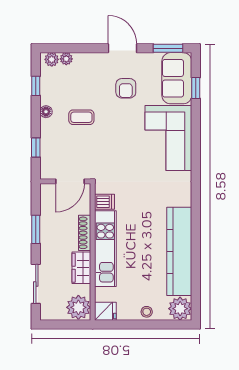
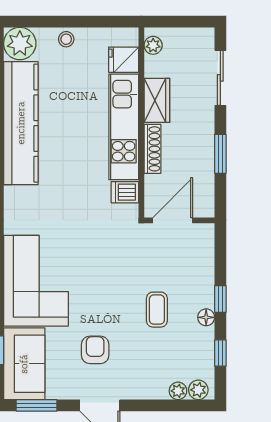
coffee table: (81, 117) -> (157, 310), turned 90
window: (36, 148) -> (220, 299), moved
plant: (78, 307) -> (153, 45), width x0.53, depth x0.53
fridge: (105, 311) -> (124, 60), moved

